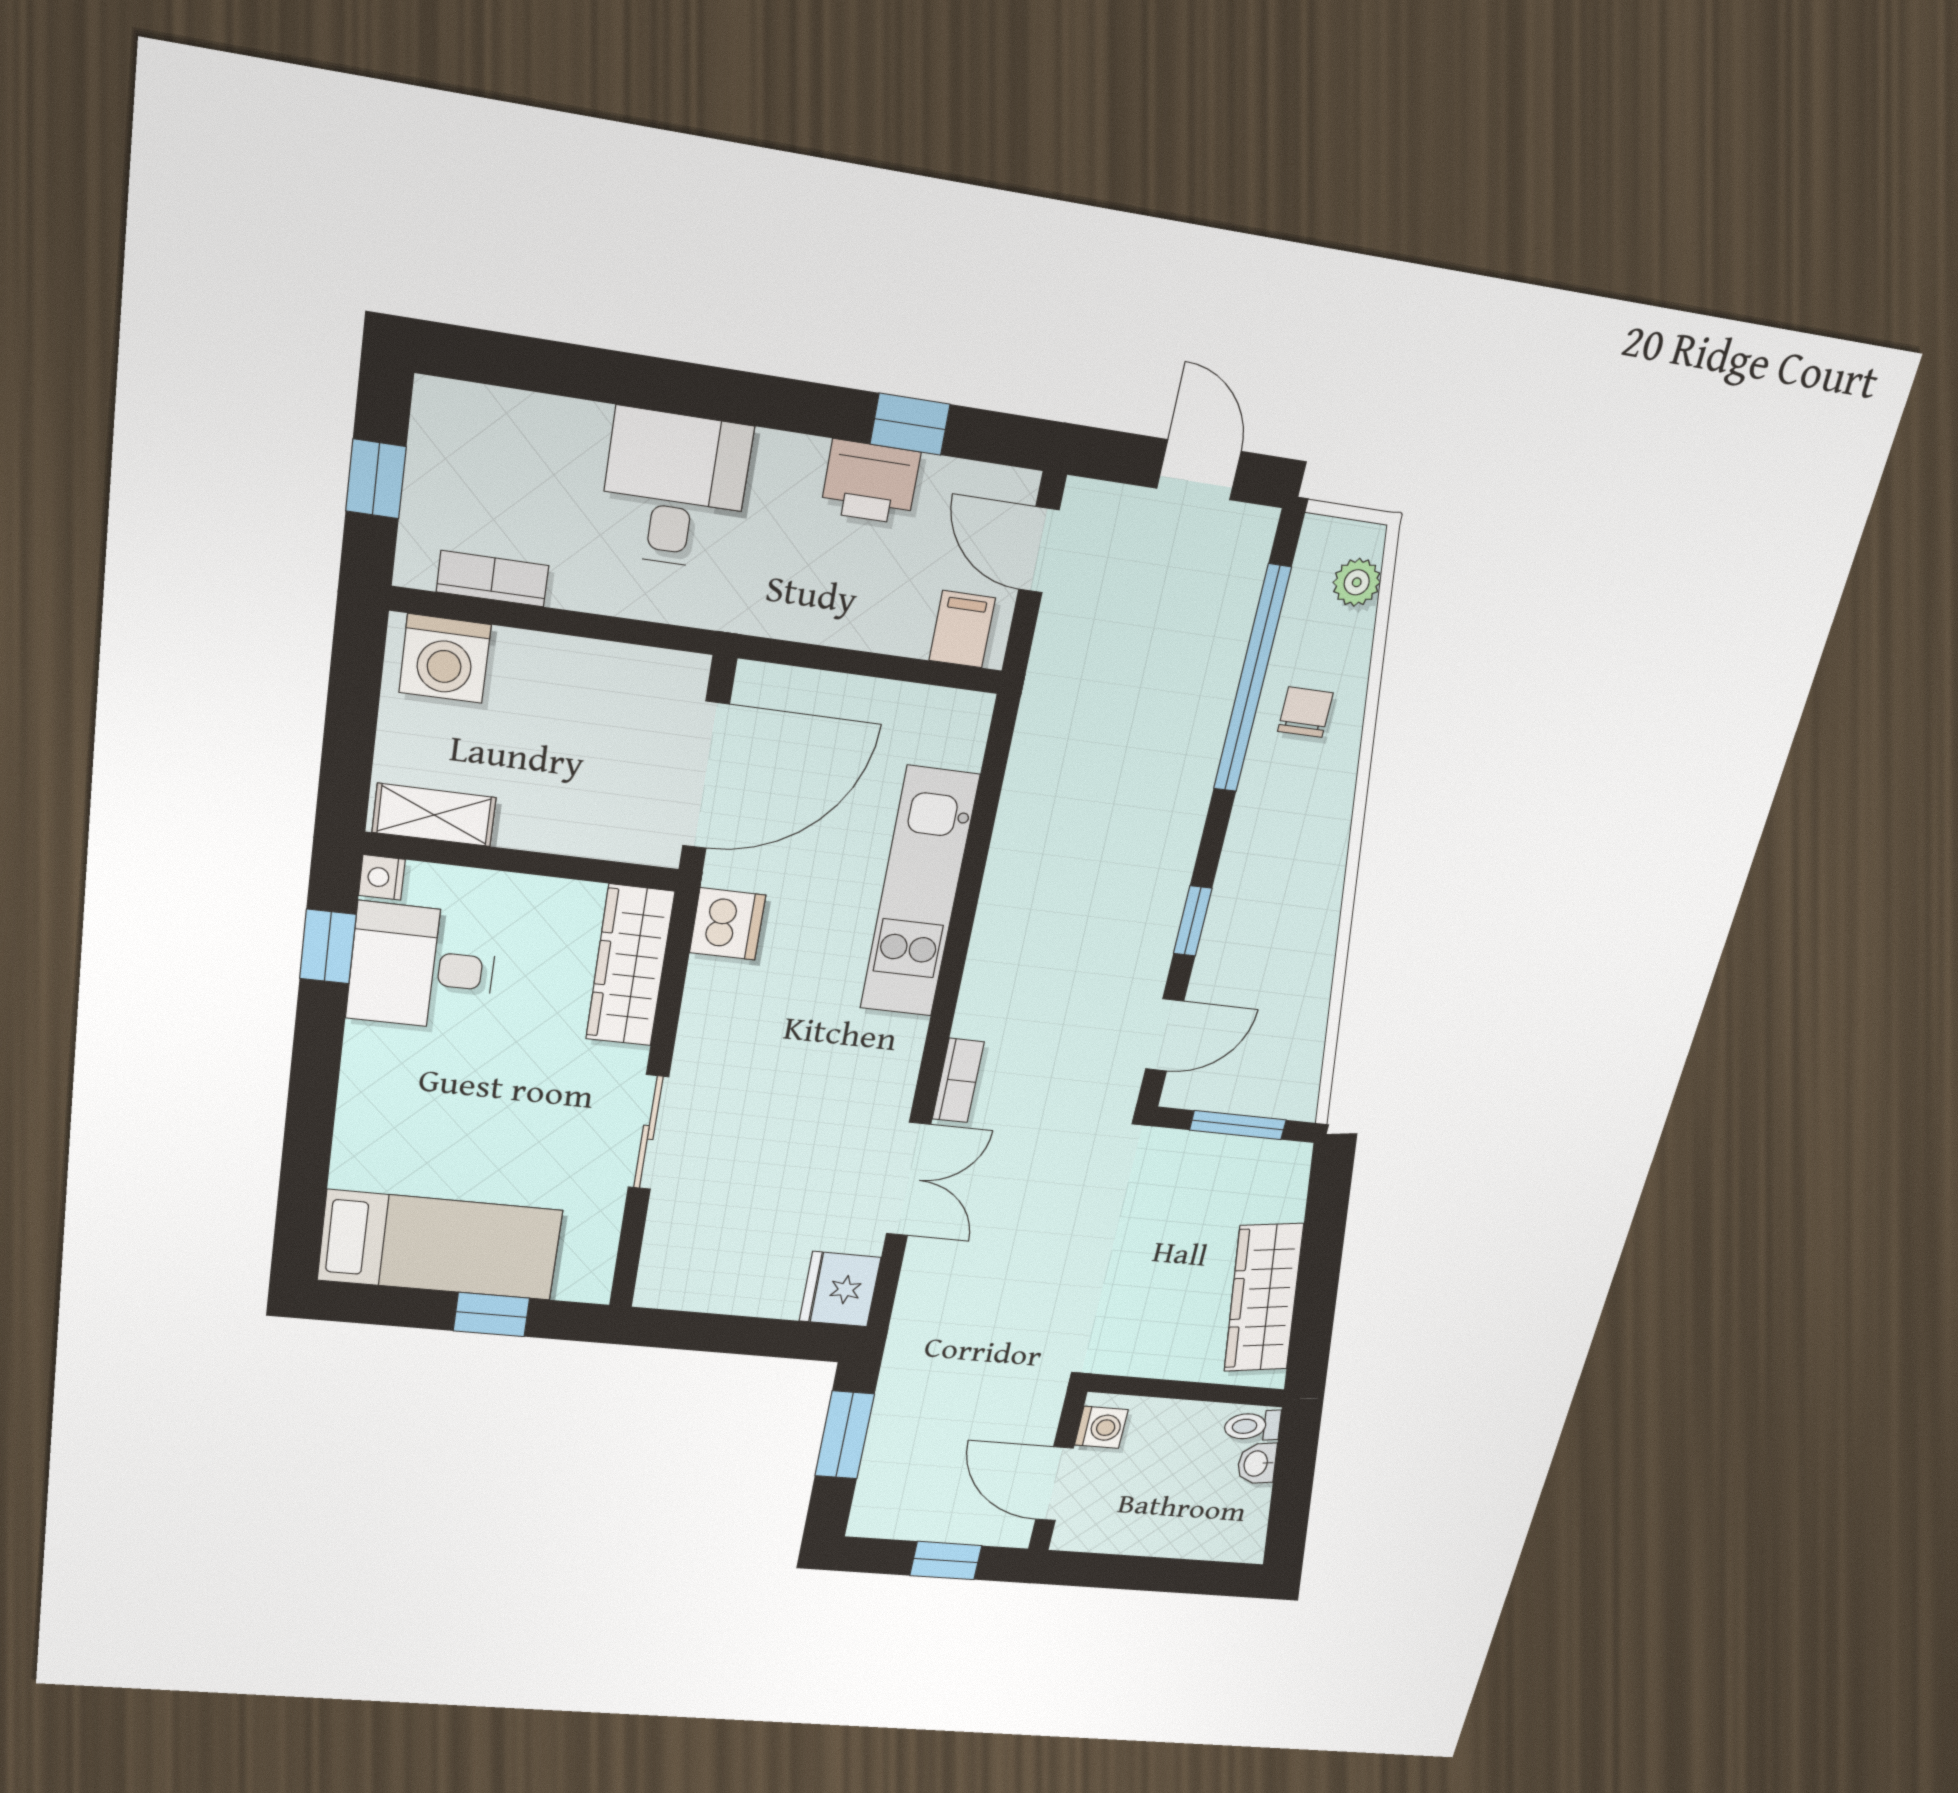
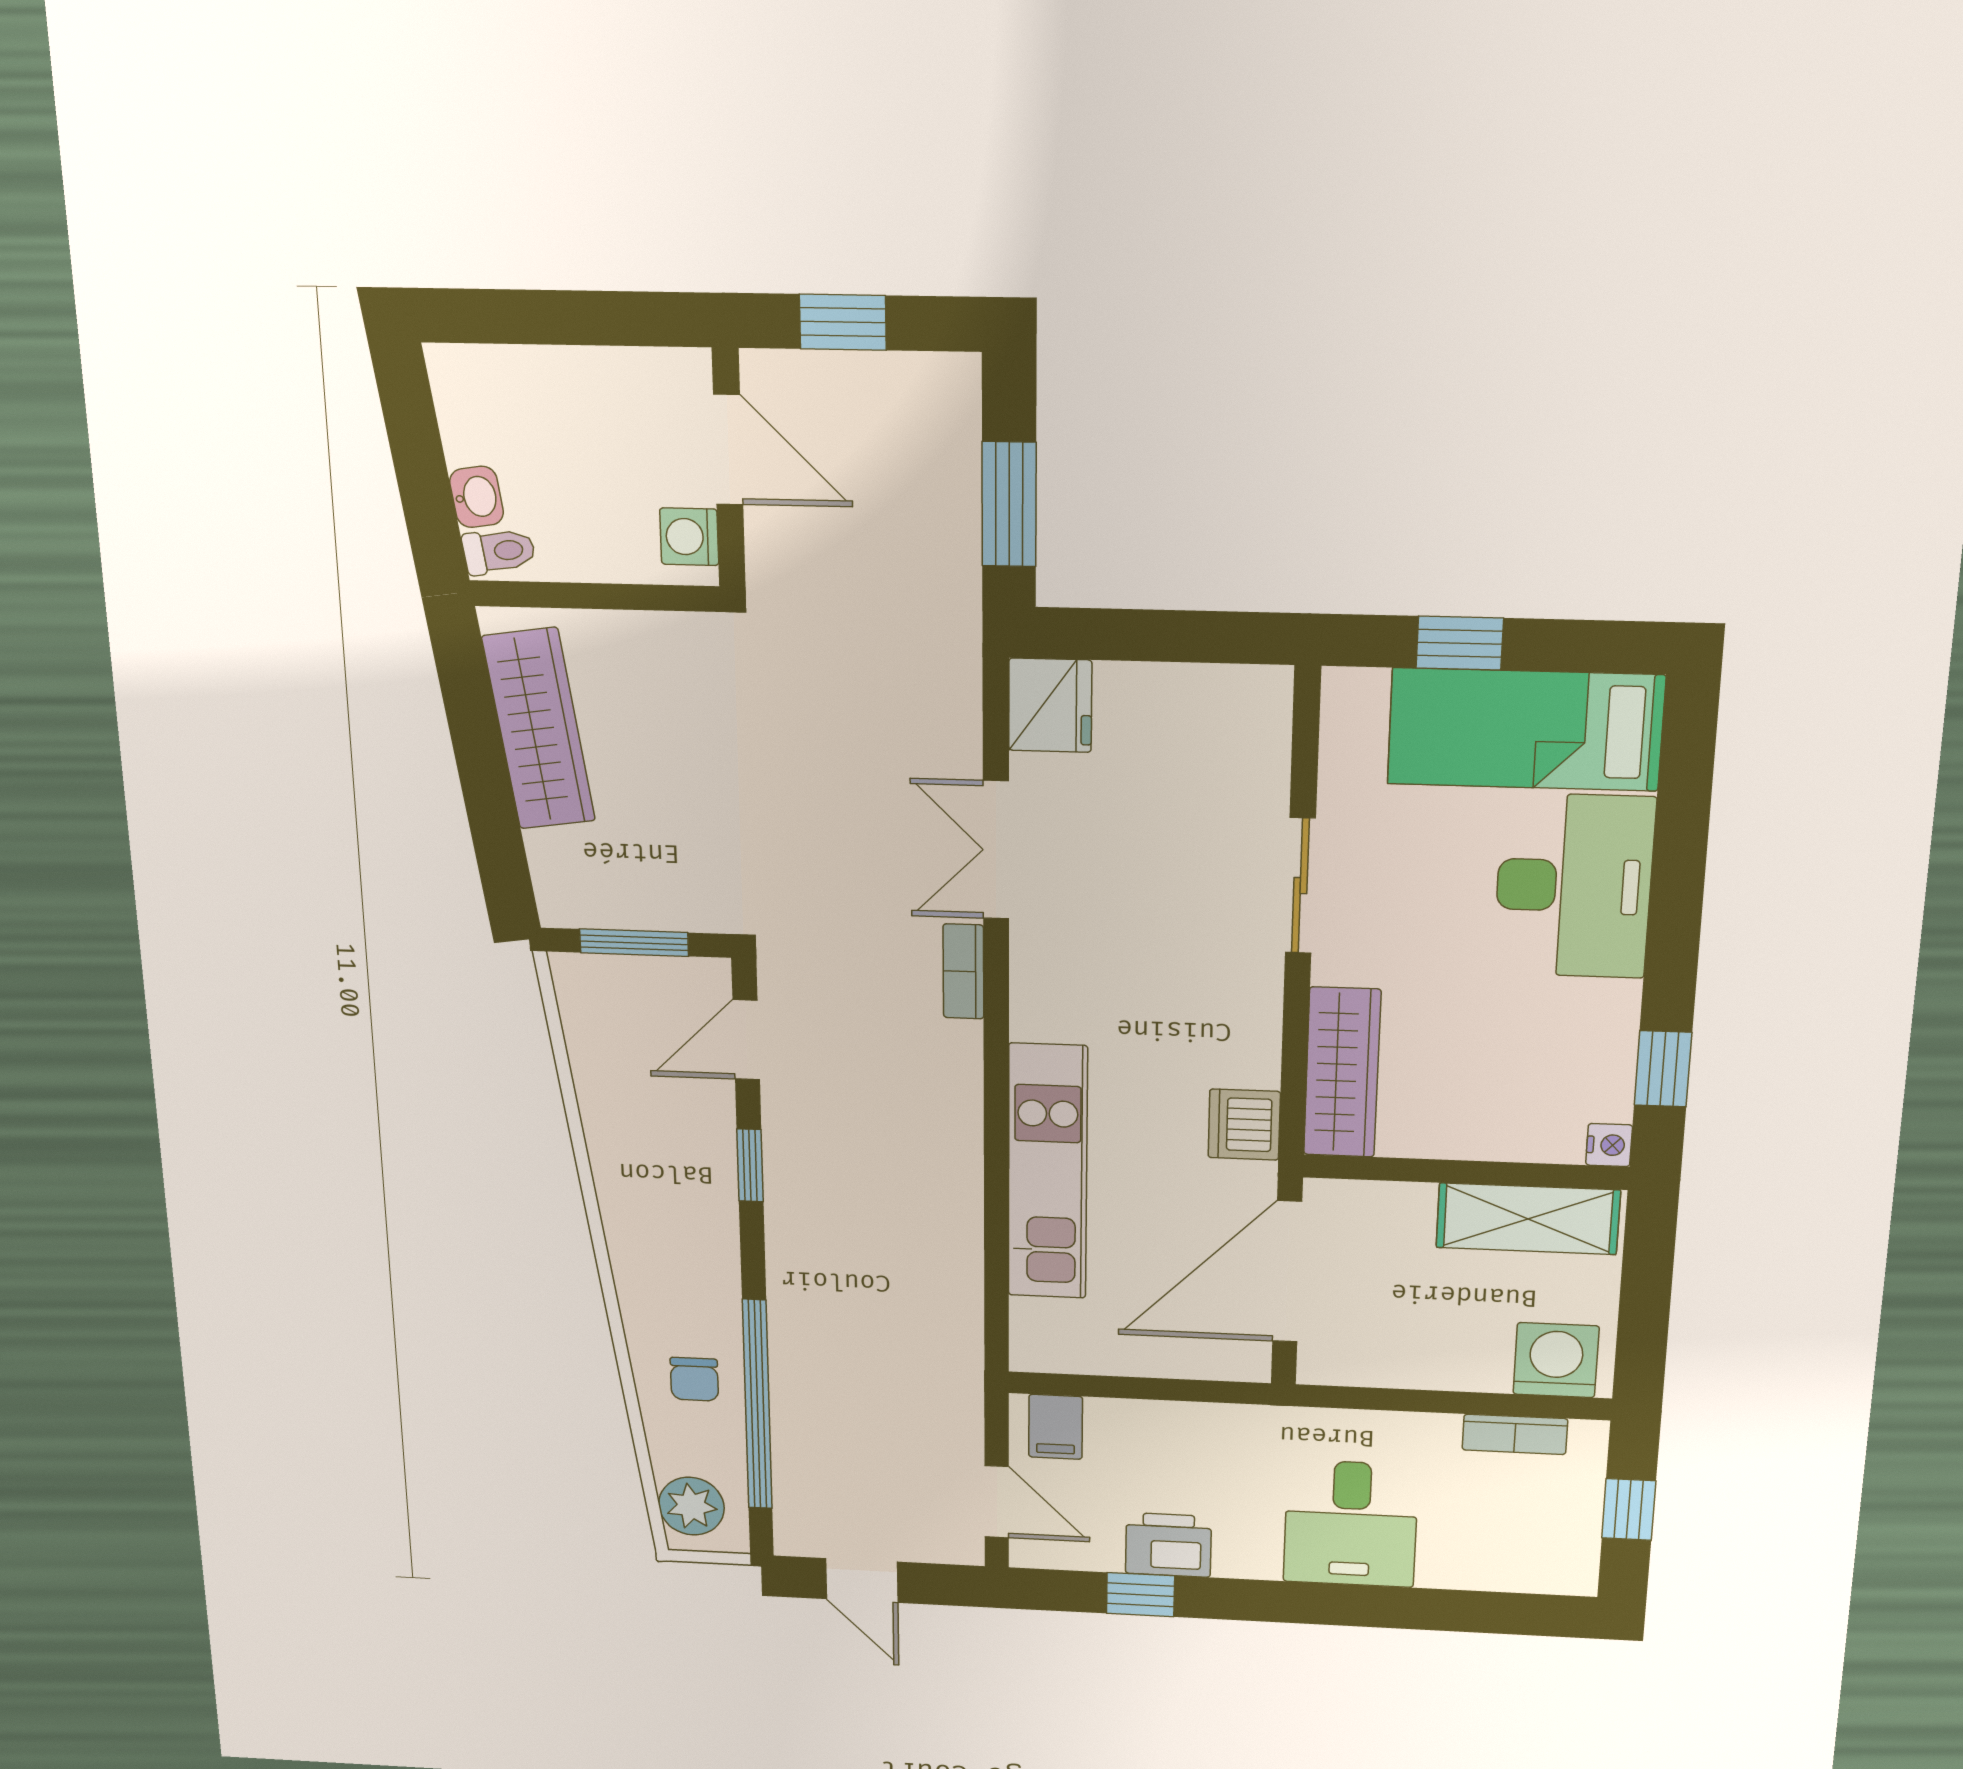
plant: (1357, 582) -> (691, 1506), width x1.38, depth x1.38
shelving: (434, 815) -> (1528, 1219), width x1.50, depth x1.33
desk: (422, 967) -> (1574, 886), moved, width x1.37

